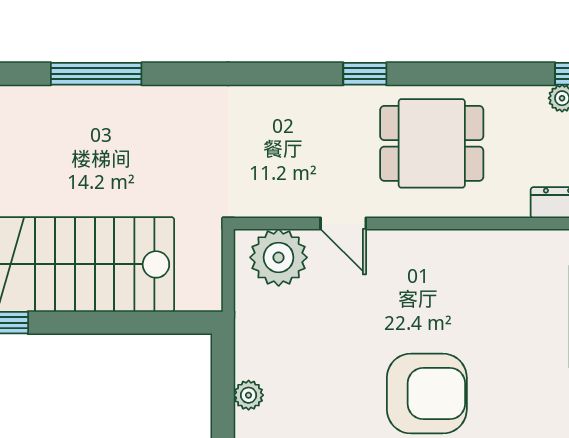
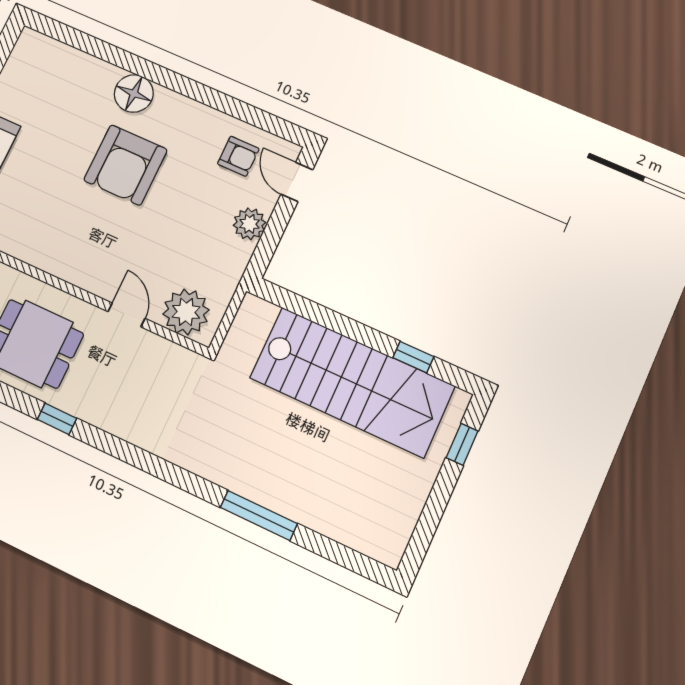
armchair: (427, 394) -> (126, 165), turned -90
plant: (249, 395) -> (249, 224), width x1.38, depth x1.38

